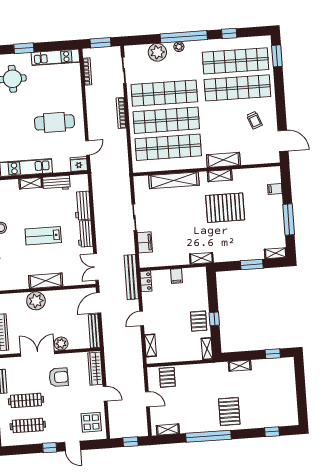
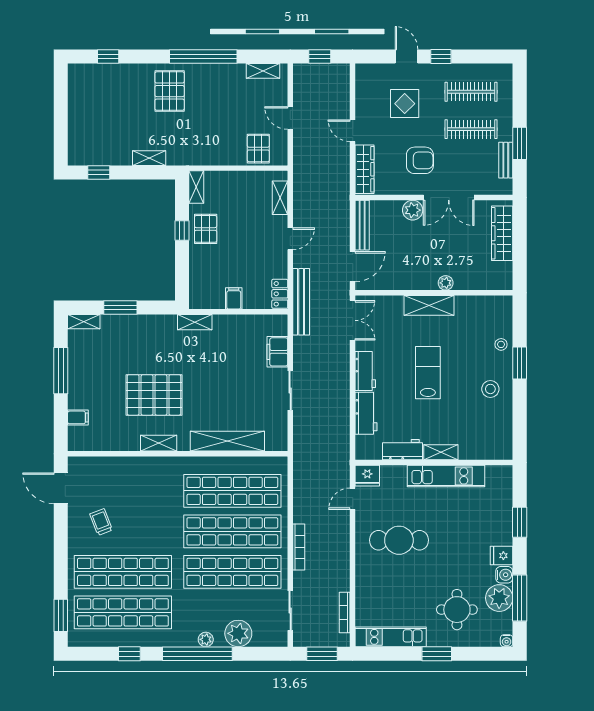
shelving: (223, 160) -> (151, 466), removed
lab bench: (43, 236) -> (428, 373), turned -90
plant: (36, 301) -> (446, 283), width x0.53, depth x0.53
armchair: (59, 377) -> (420, 160), turned 180
display table: (91, 422) -> (405, 104), moved

